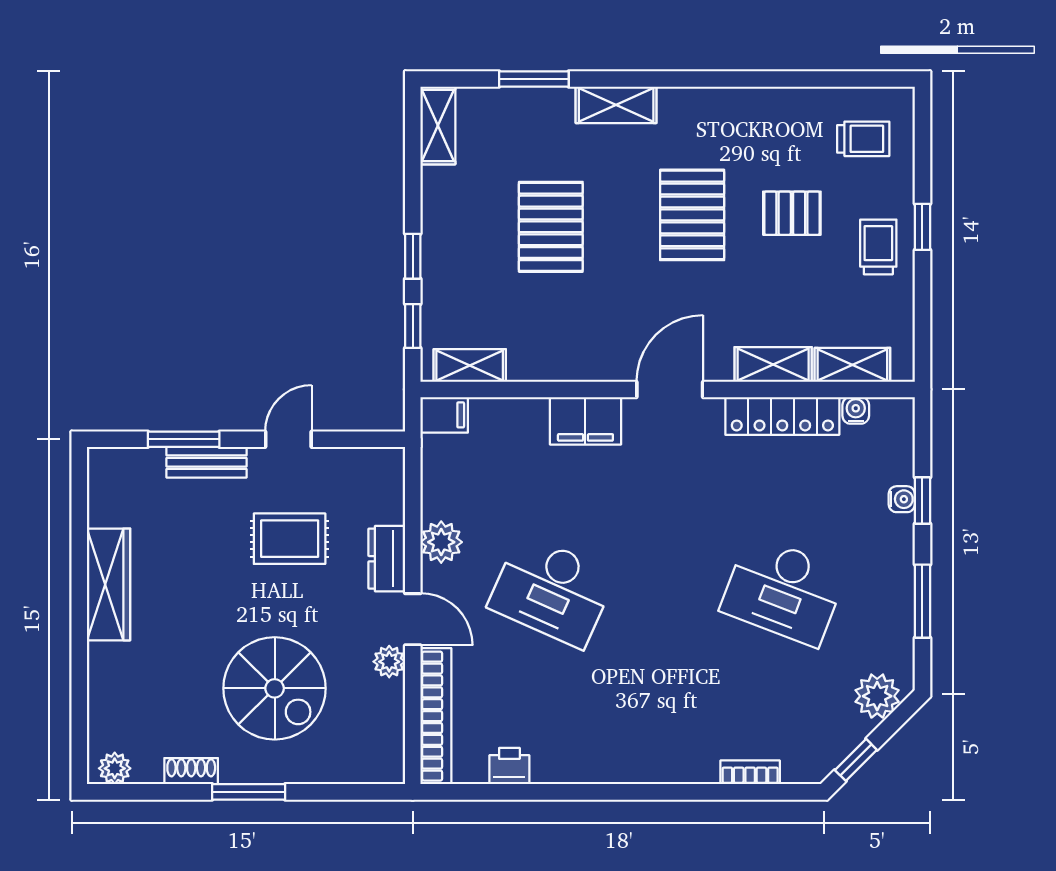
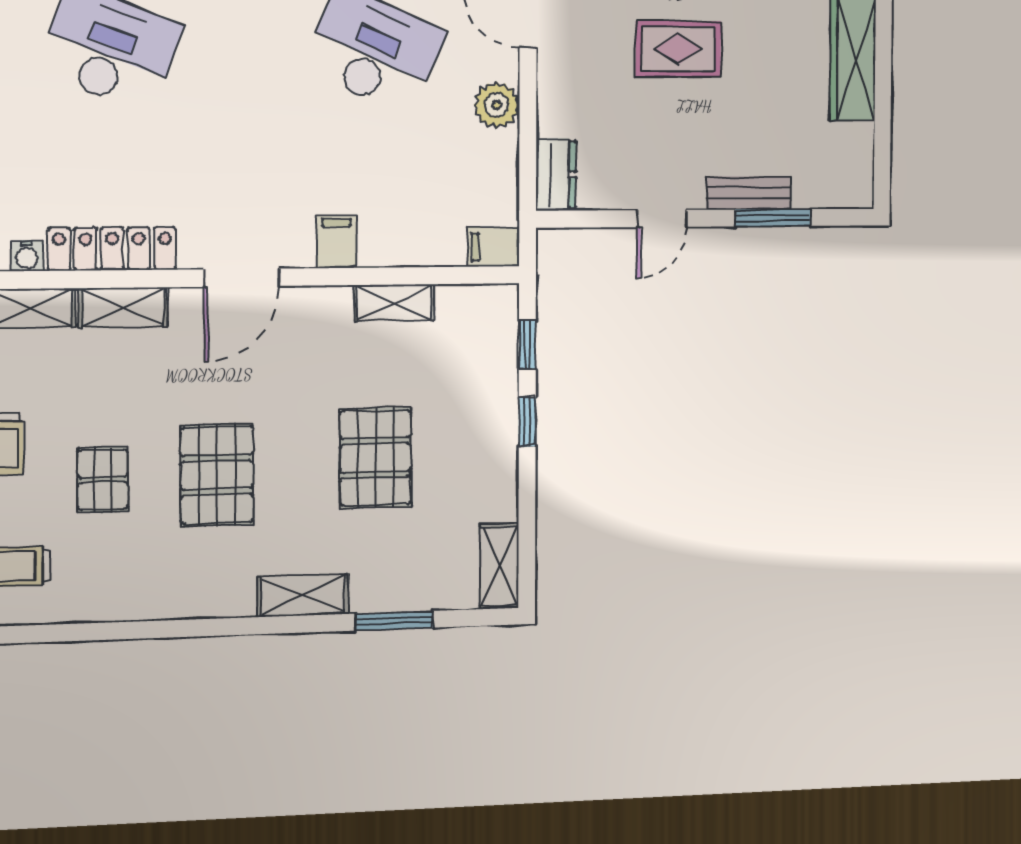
pallet: (792, 213) -> (103, 480), turned 90
shelving: (470, 366) -> (394, 303), moved
filing cabinet: (585, 421) -> (337, 241), width x0.50
rug: (290, 539) -> (678, 49), moved
dresser: (387, 559) -> (556, 174), moved

